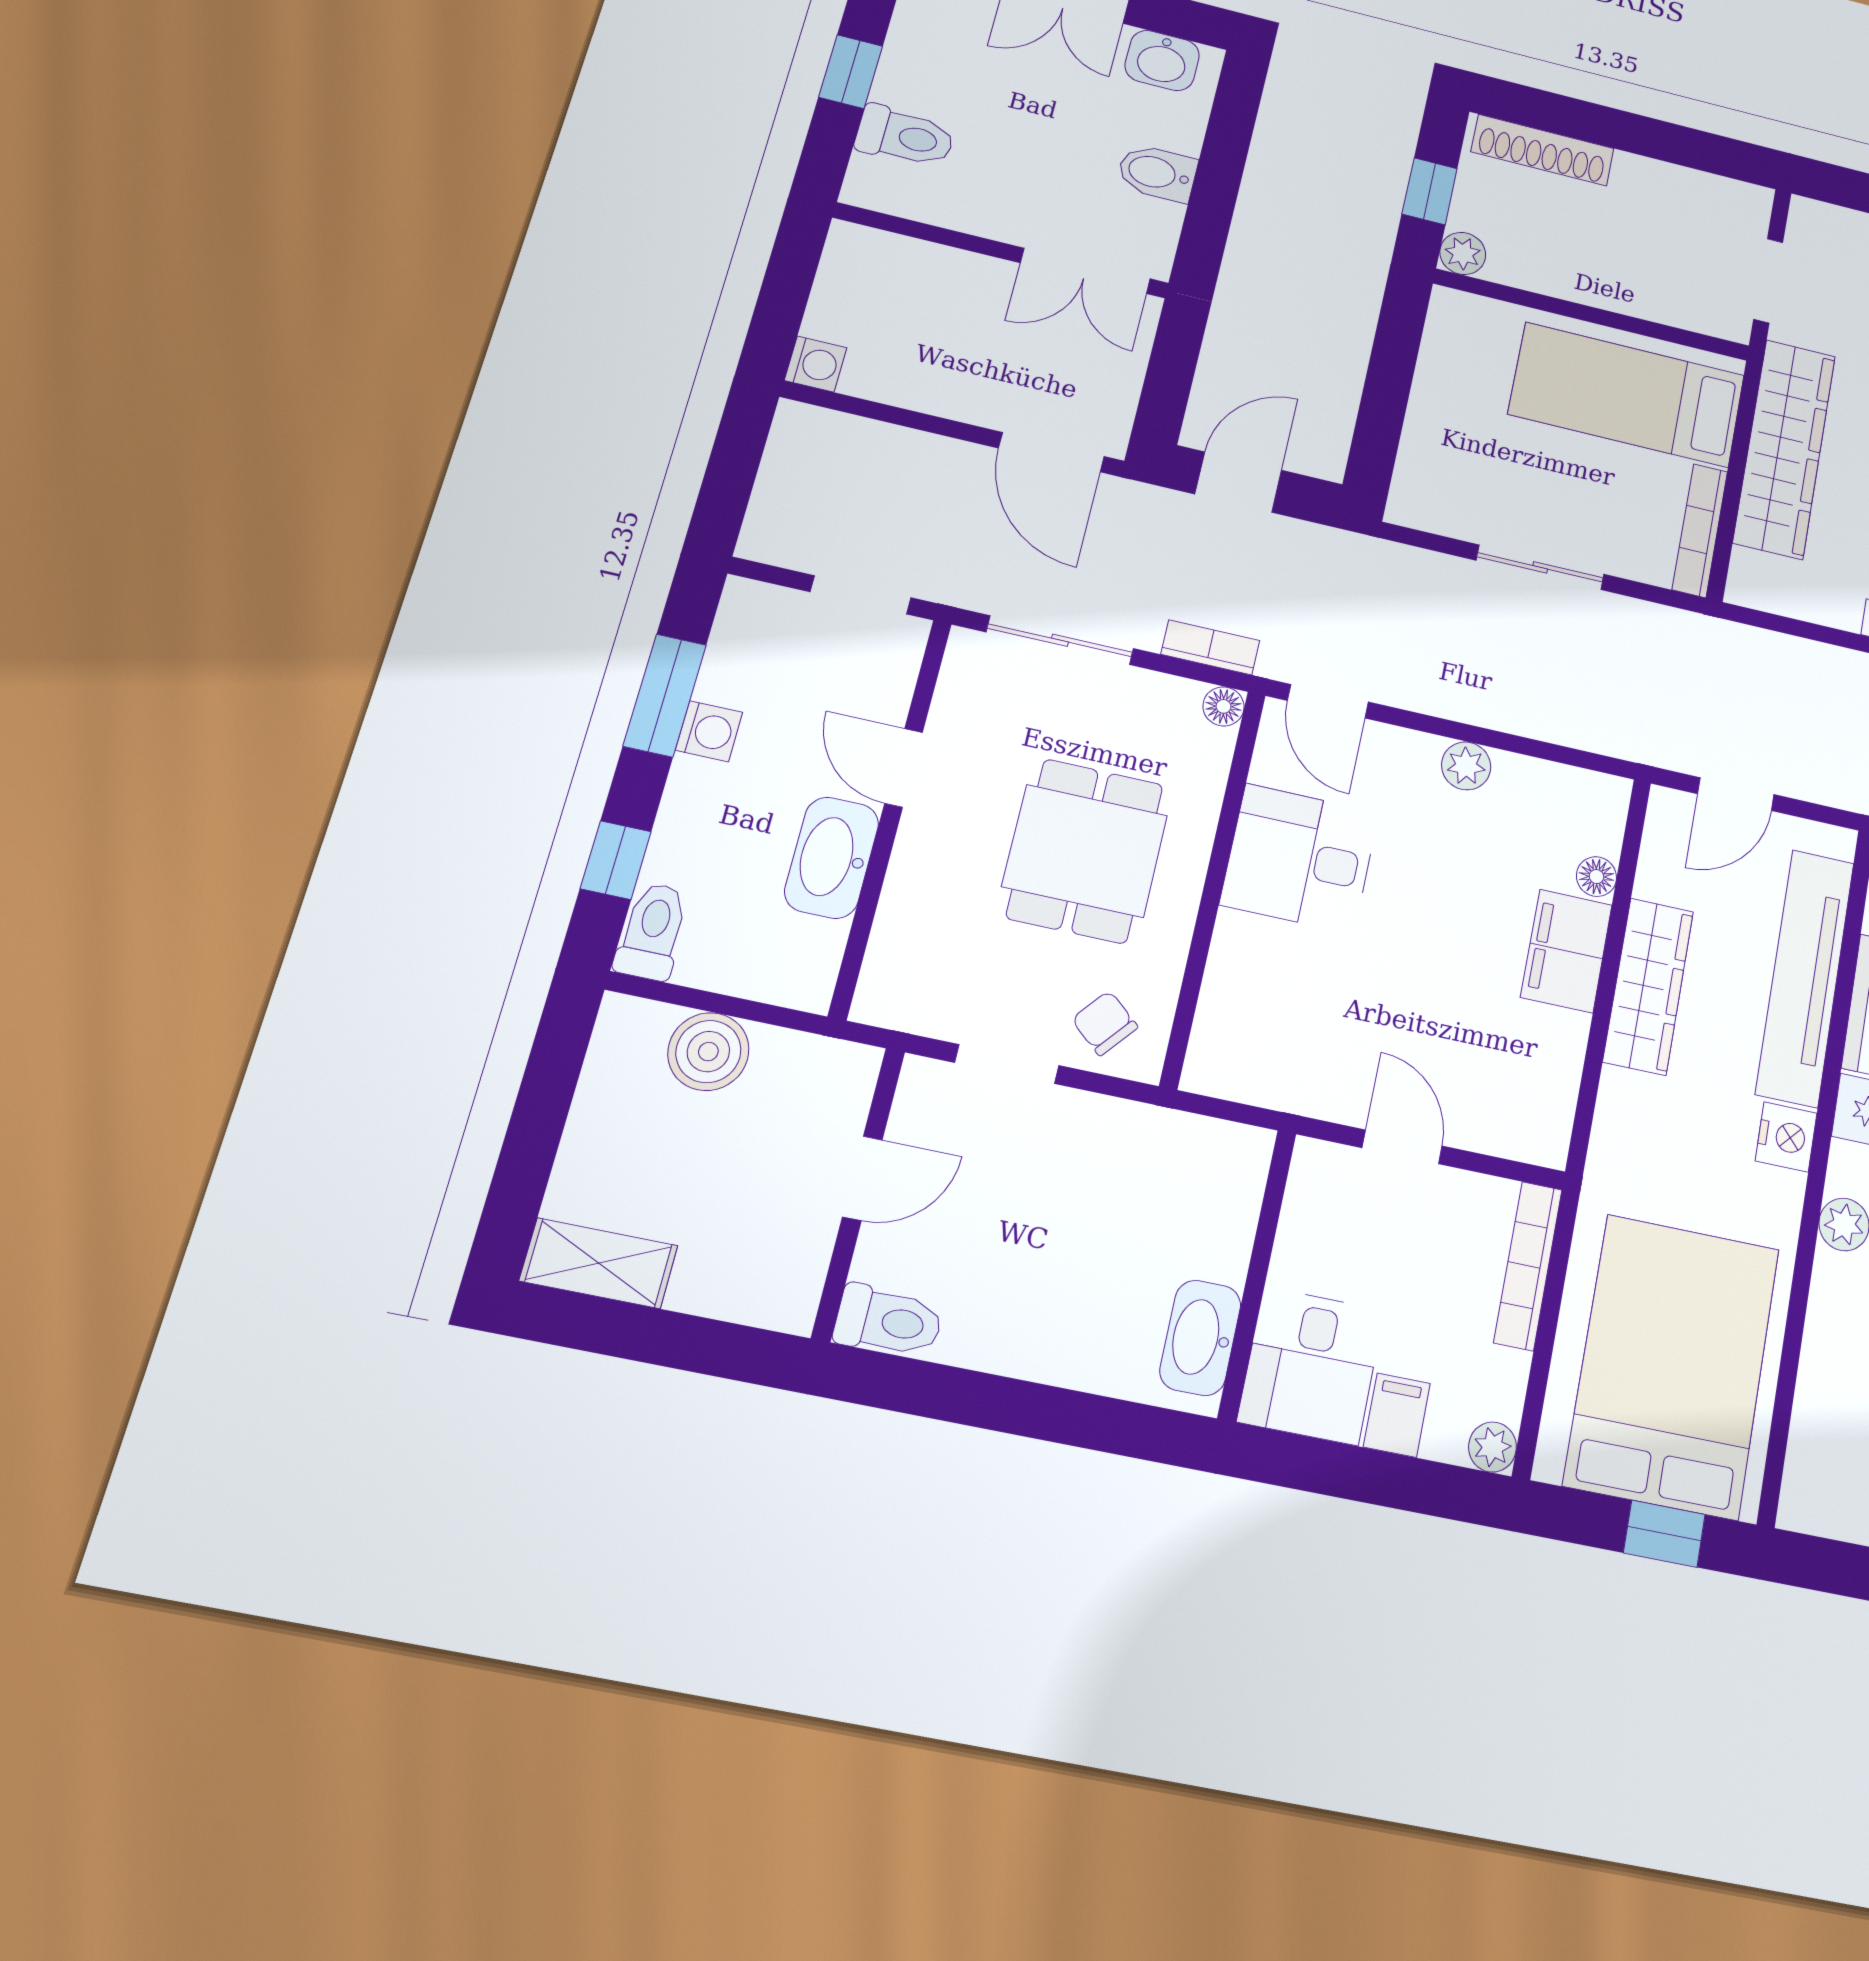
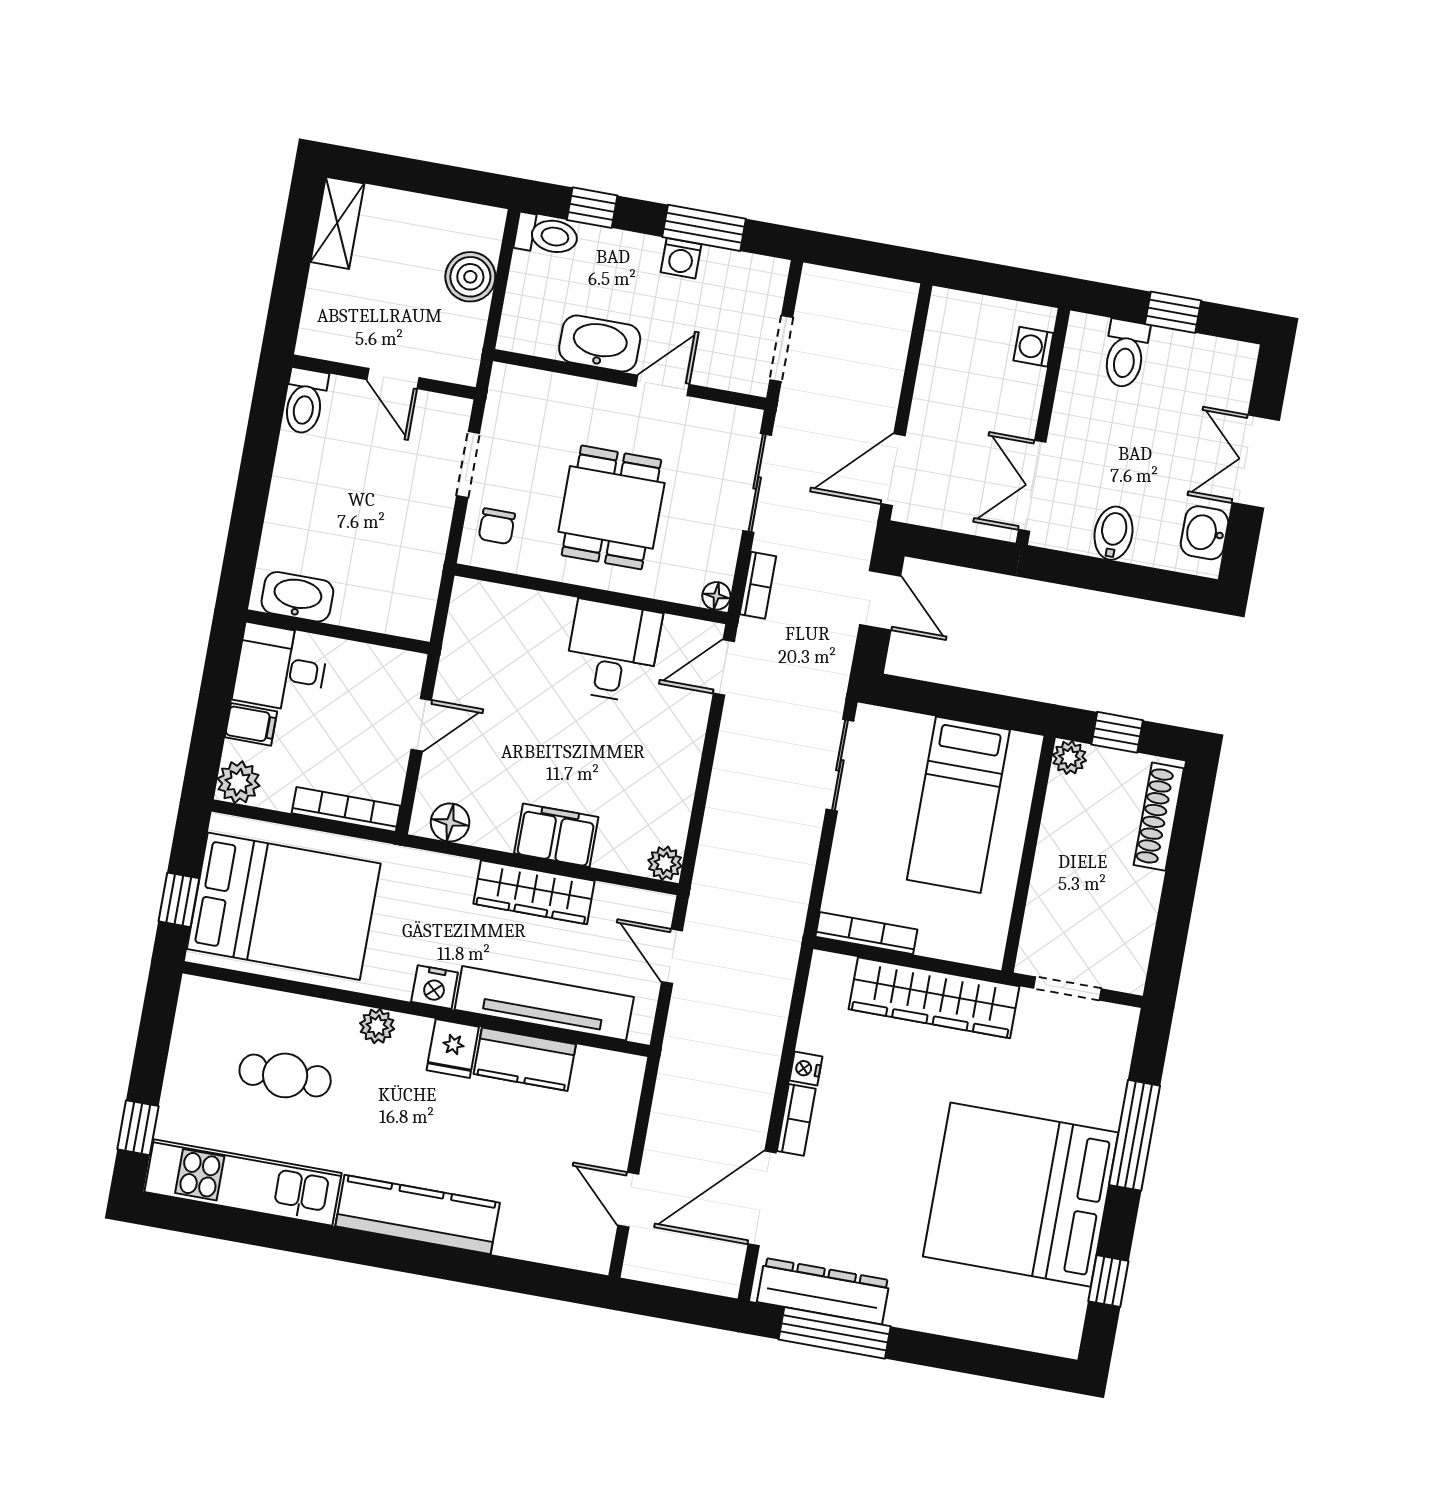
washing machine: (816, 364) -> (1033, 347), moved, turned 90
bed: (1627, 395) -> (958, 805), moved, turned 180
sliding door: (1540, 567) -> (840, 765), moved
plant: (1466, 766) -> (665, 863), moved
dining table: (1085, 851) -> (611, 507), turned 90
floor lamp: (1596, 877) -> (450, 822), moved, width x1.37, depth x1.37
chair: (1105, 1023) -> (497, 526), turned 140
plant: (1492, 1447) -> (239, 782), width x1.38, depth x1.38

